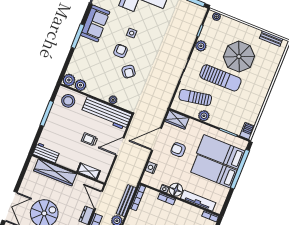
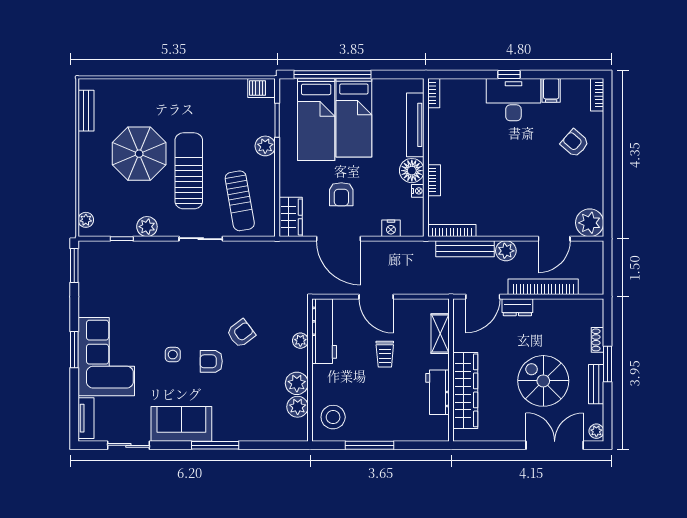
plant: (69, 80) -> (297, 383), moved
workbench: (106, 113) -> (324, 331), width x0.73, depth x0.76
plant: (204, 116) -> (265, 146), moved
workbench: (46, 153) -> (437, 392), moved

